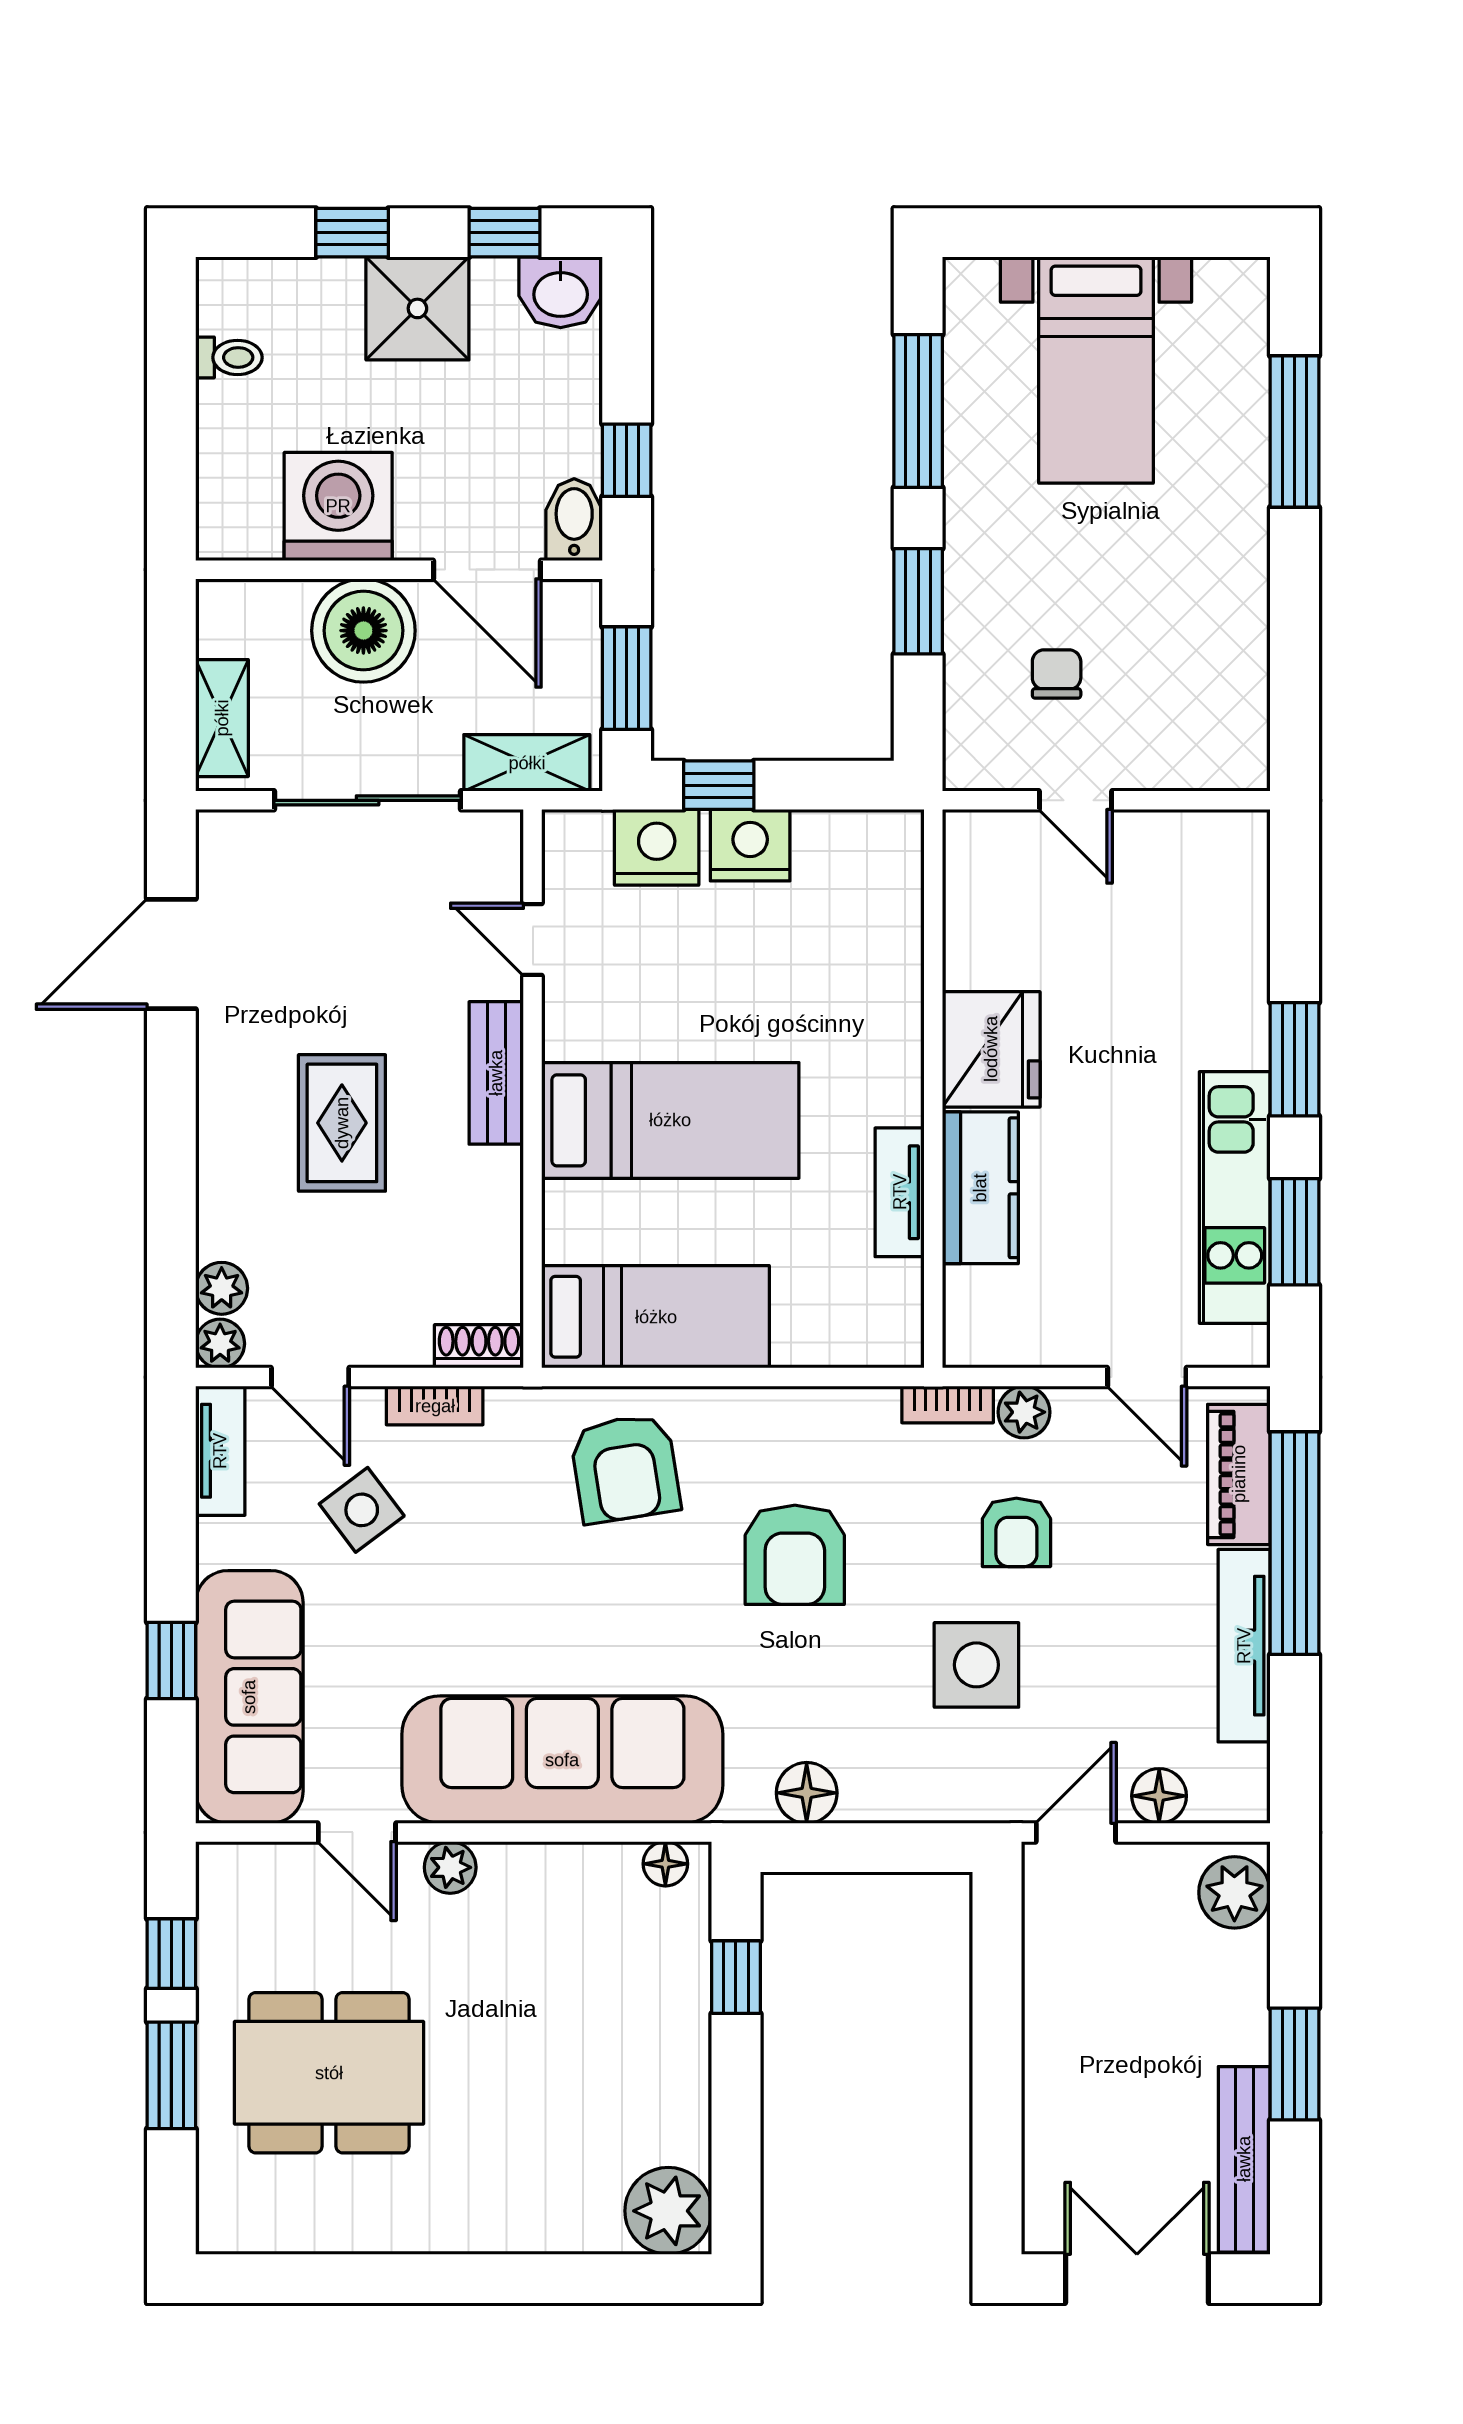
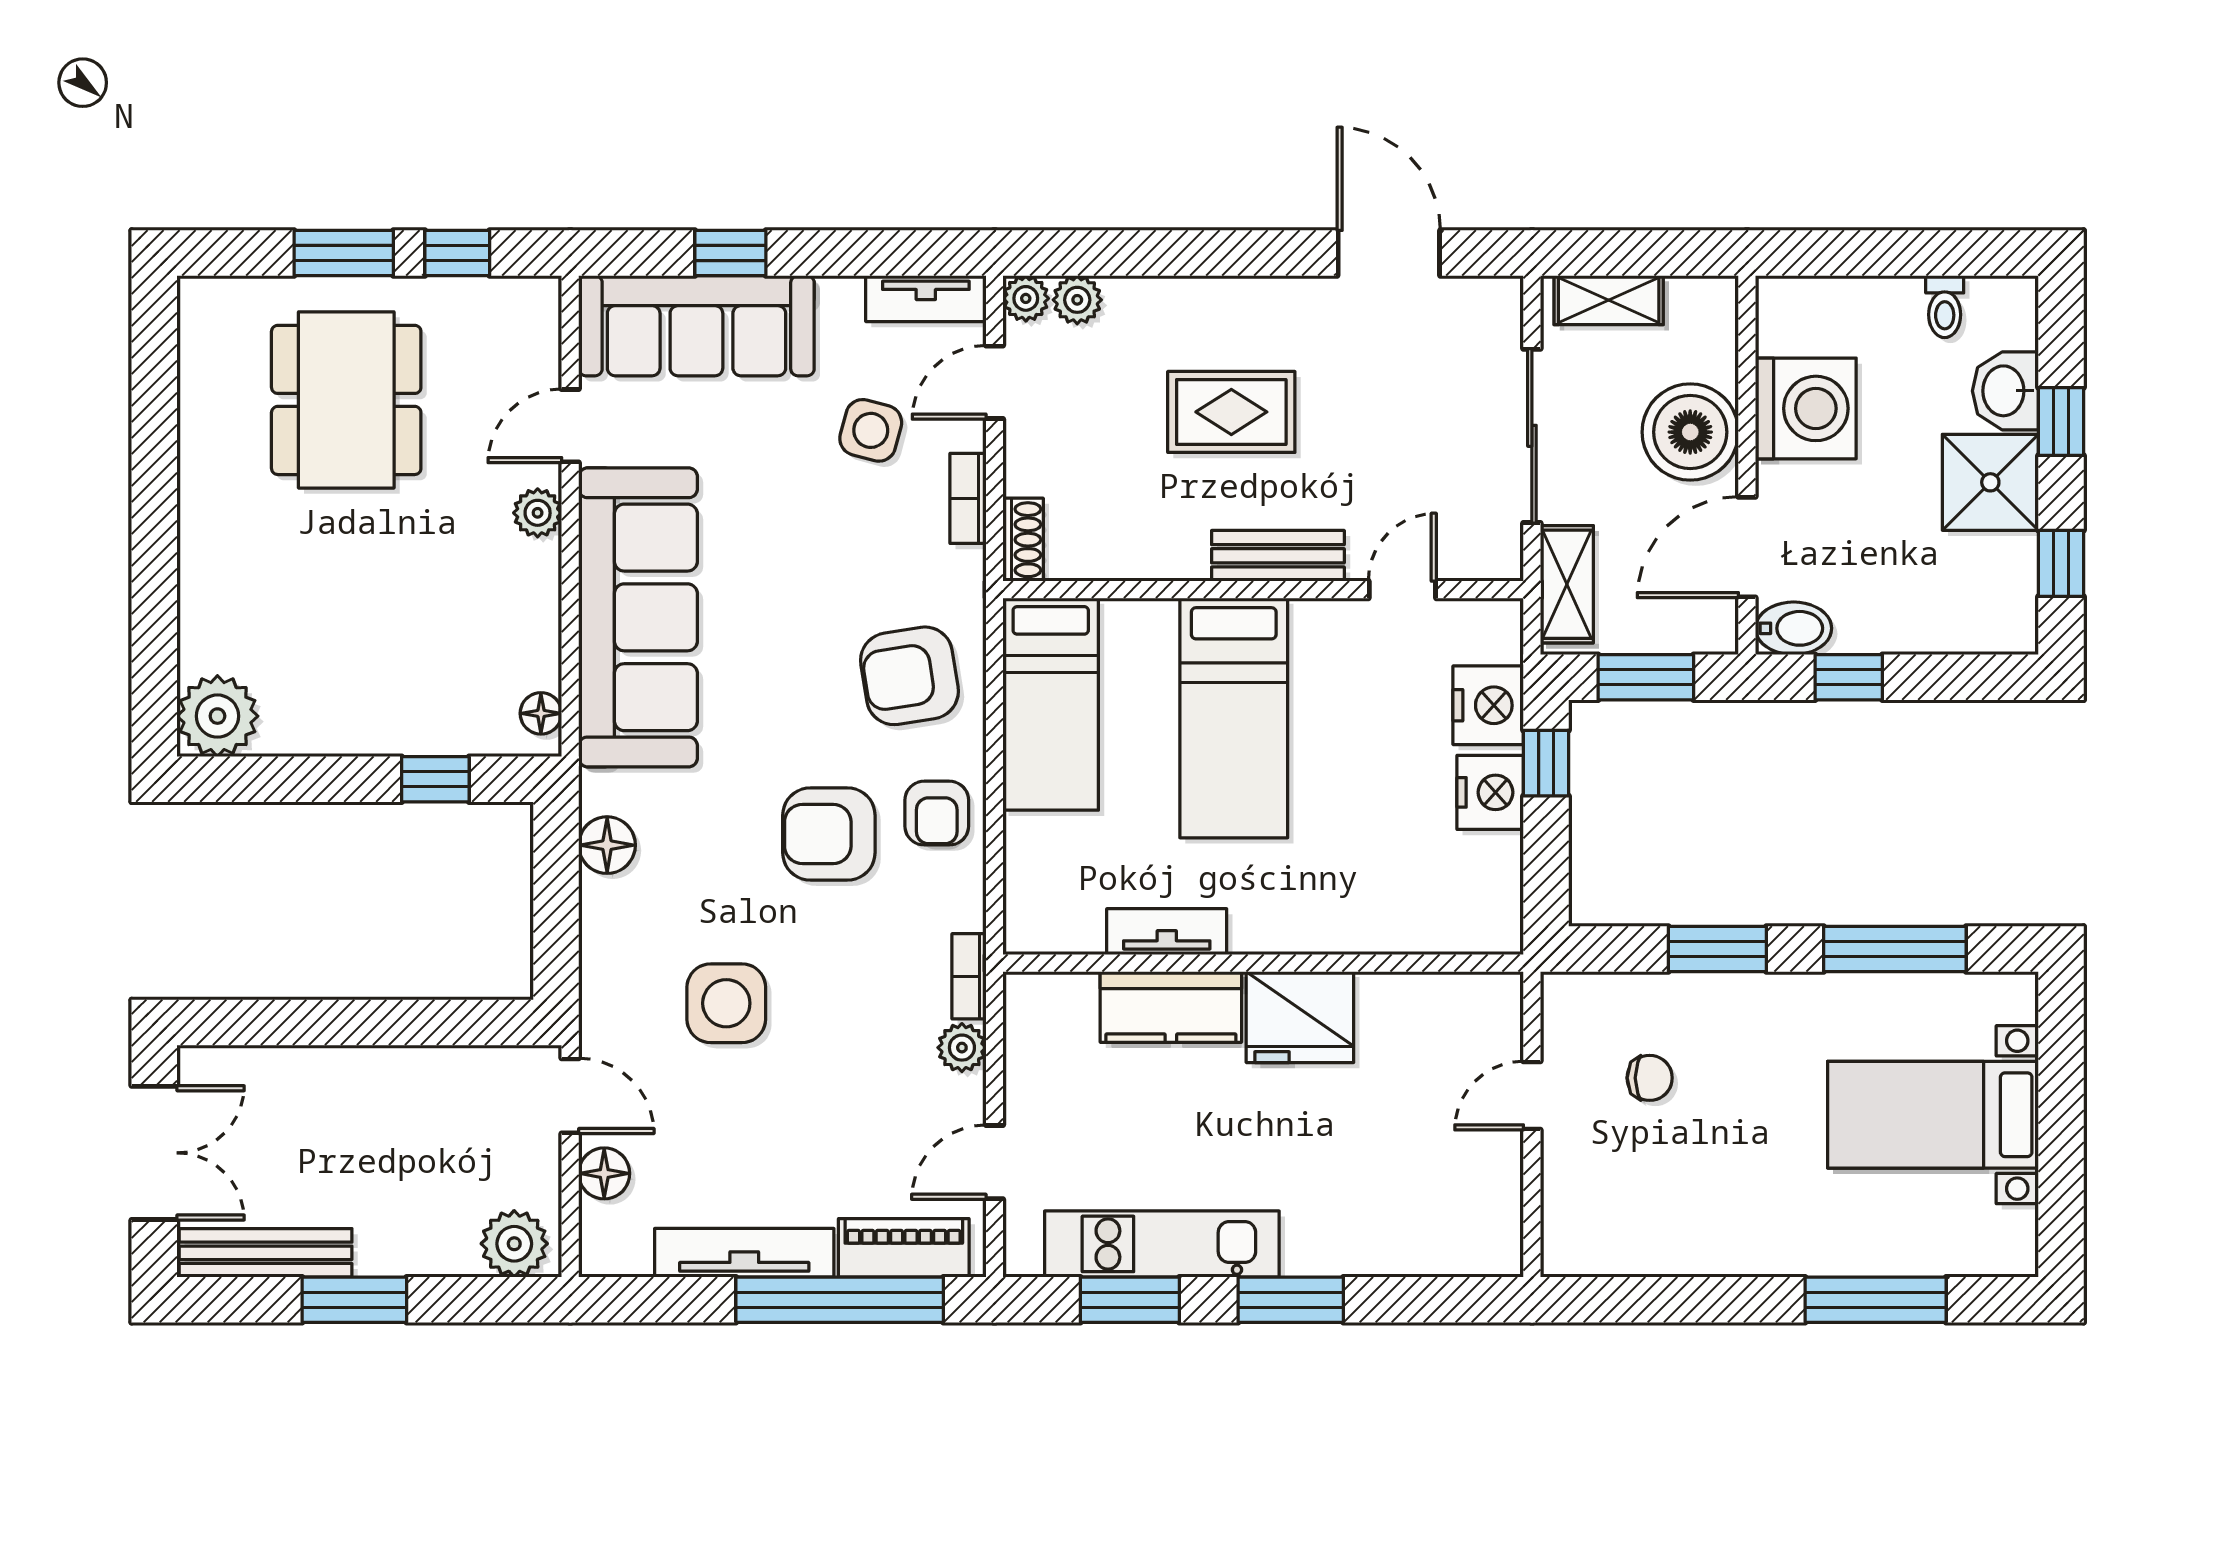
washbasin: (561, 292) -> (2005, 391), moved
side table: (362, 1510) -> (871, 430), turned -38
armchair: (1016, 1532) -> (937, 813), moved, turned -90

